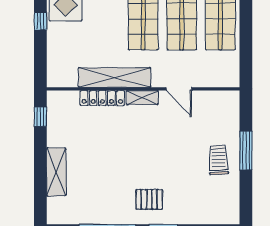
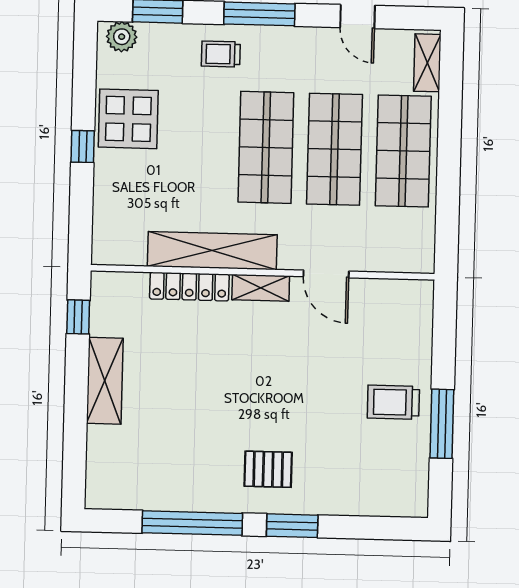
window: (246, 151) -> (442, 424), moved
trolley: (218, 160) -> (393, 402), turned -87
shelving: (56, 172) -> (105, 381), moved

